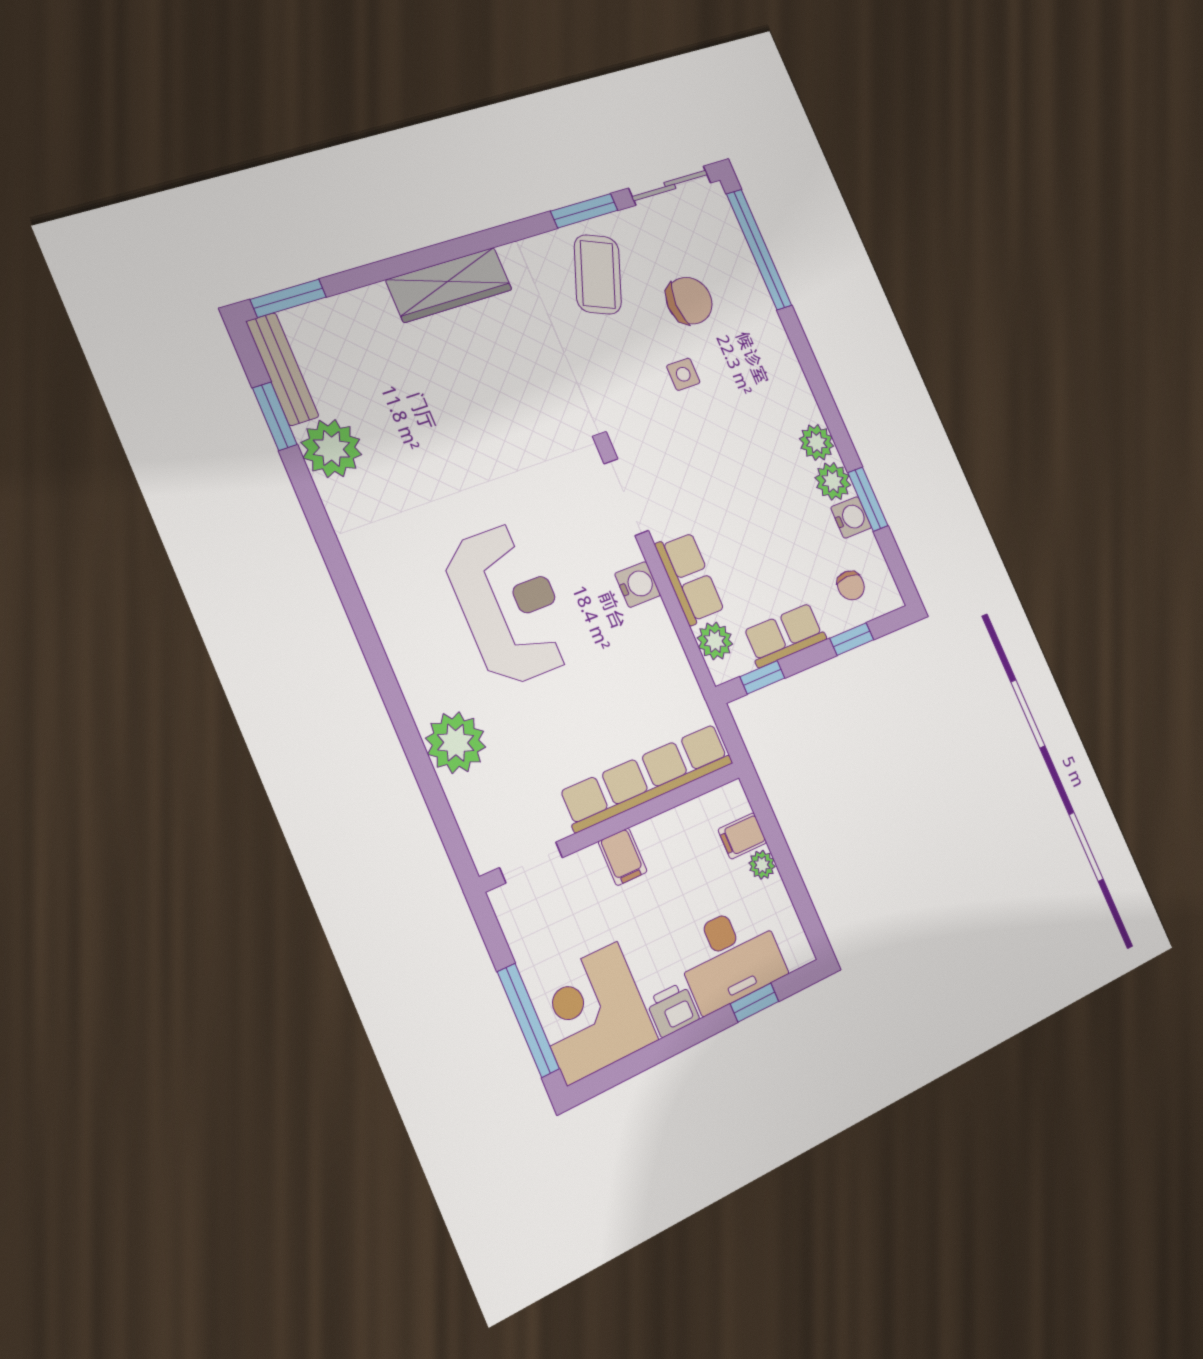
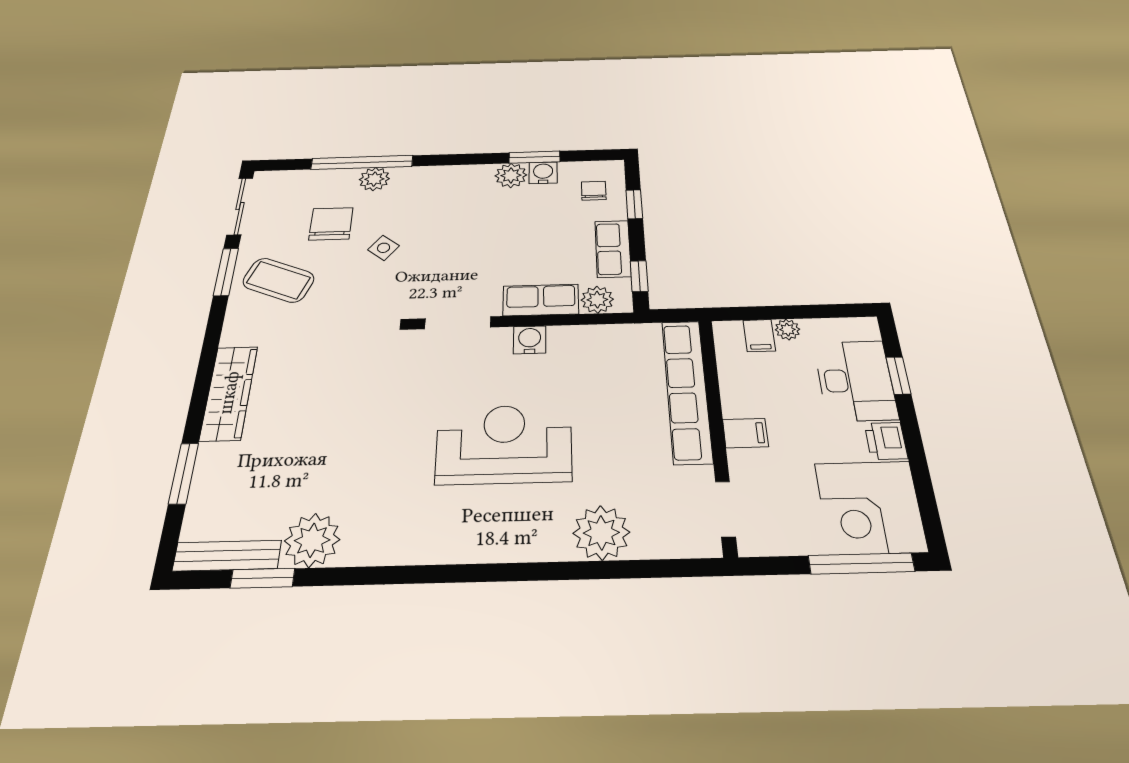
window: (759, 250) -> (362, 162), moved
window: (288, 298) -> (184, 473), moved
side table: (683, 374) -> (384, 248), turned 38
plant: (817, 442) -> (374, 179), moved
chair: (851, 585) -> (594, 191), turned -90

